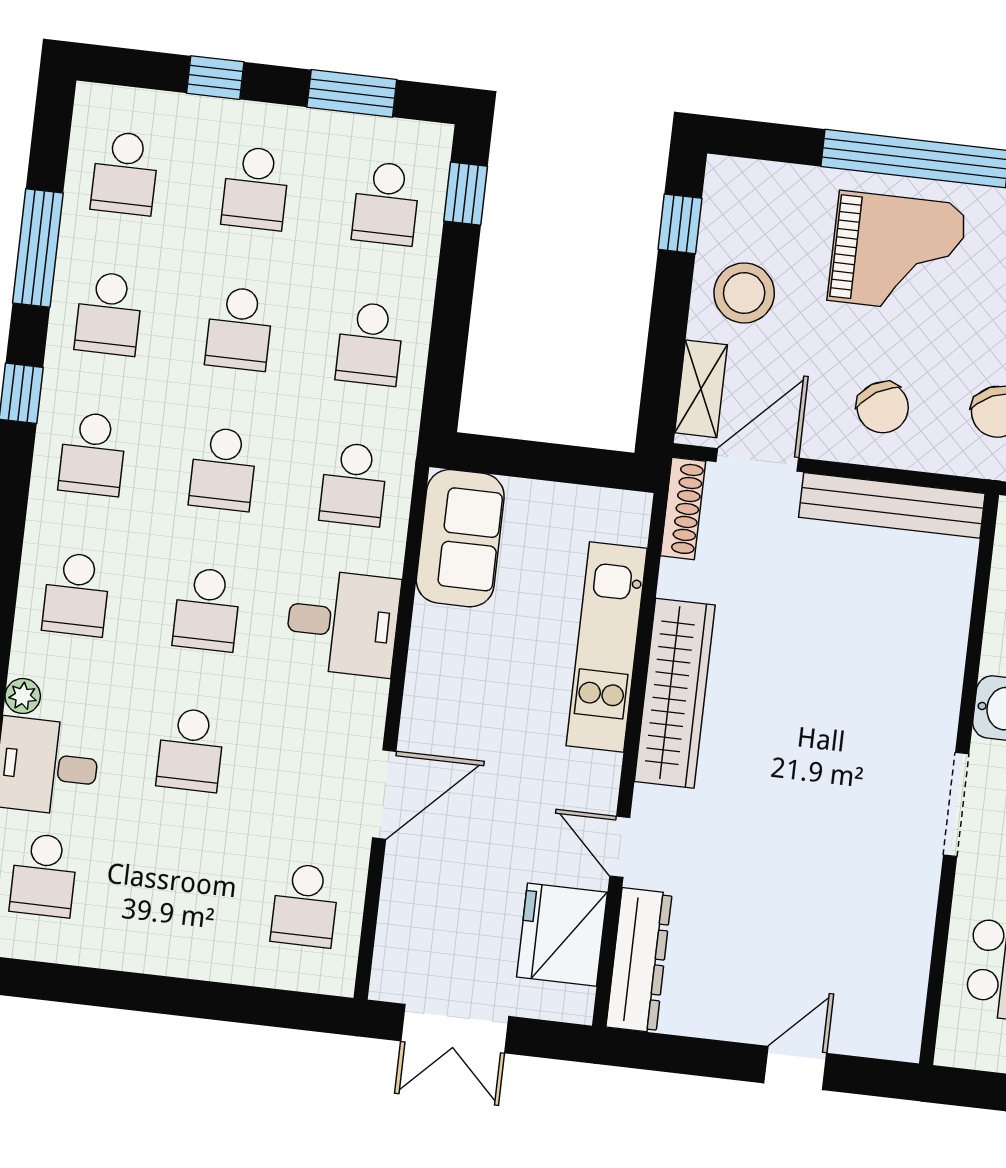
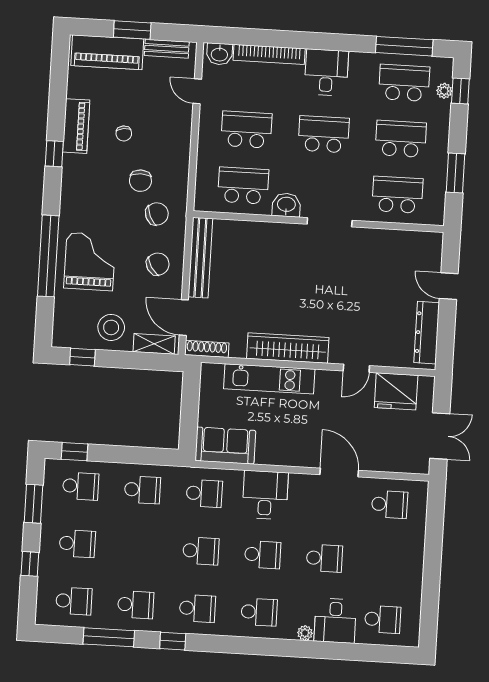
school desk: (239, 329) -> (139, 547), removed
dresser: (639, 960) -> (427, 333), moved, turned -90

